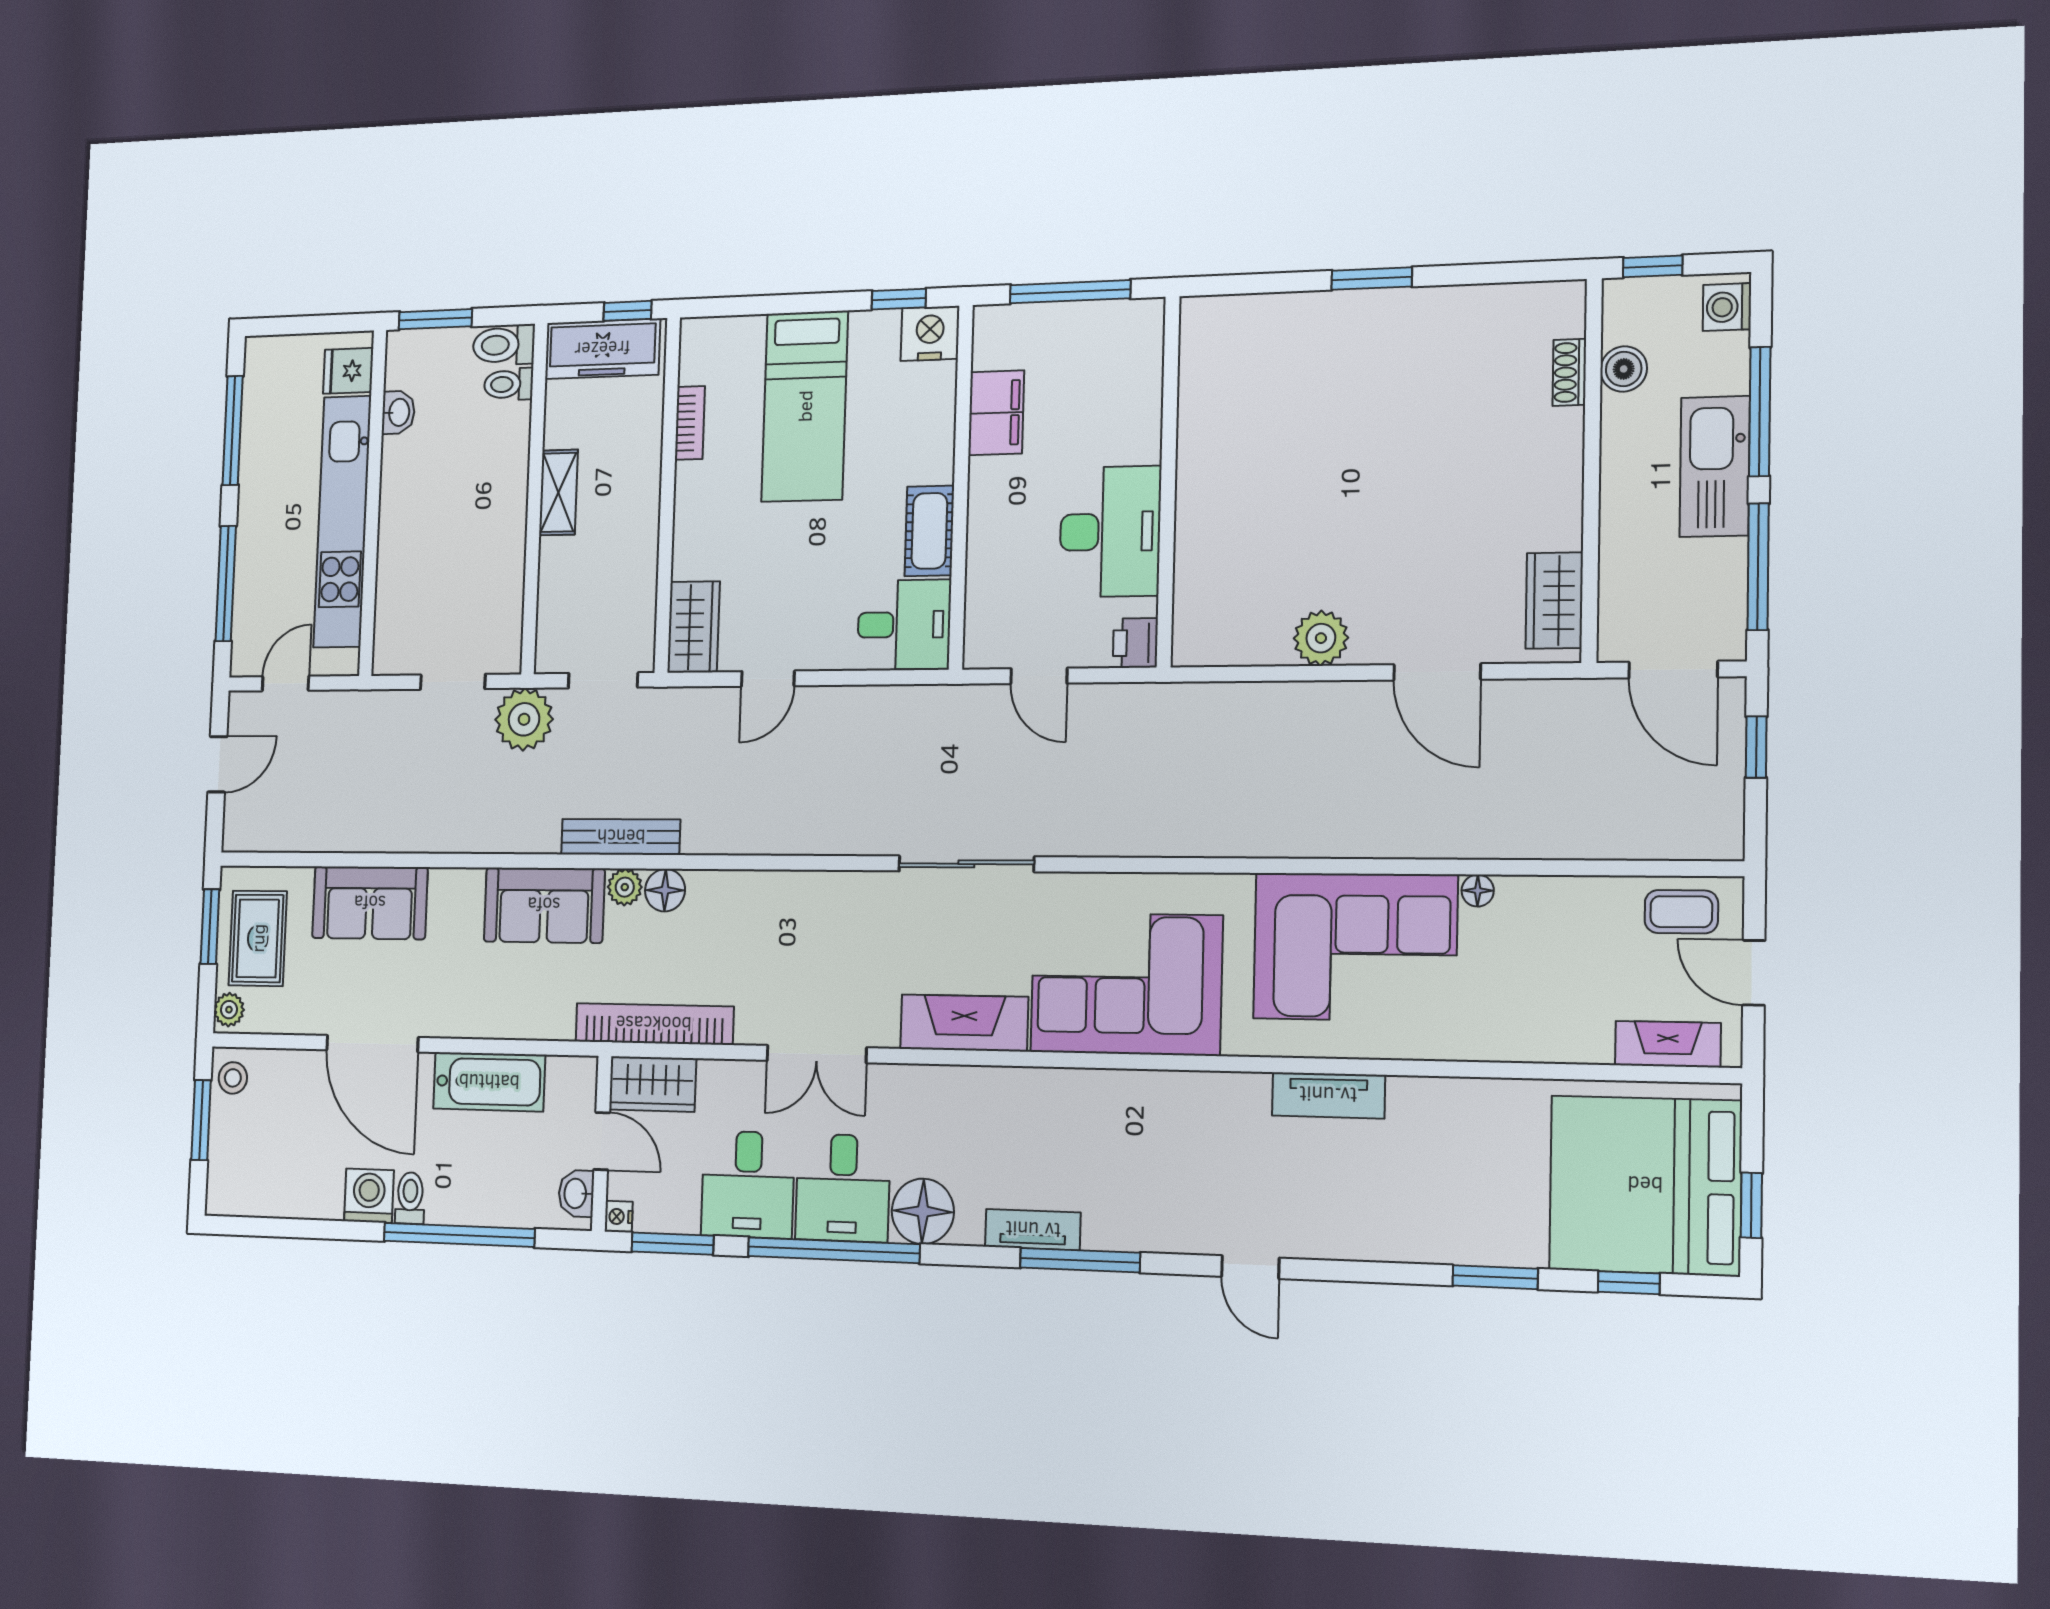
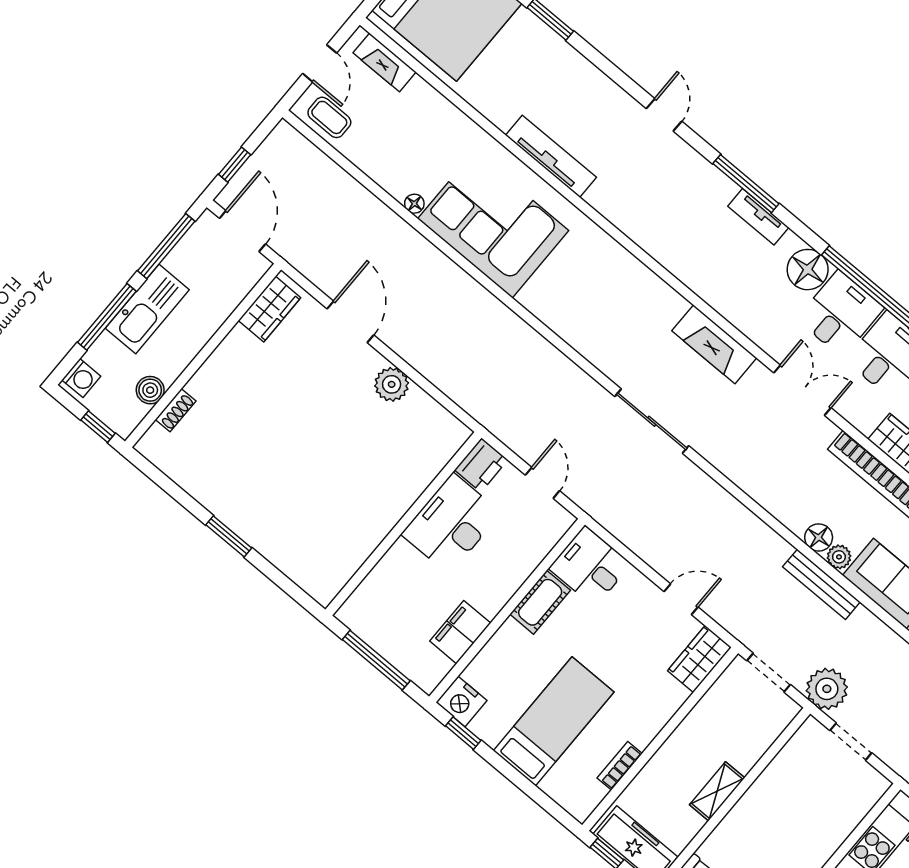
printer: (1135, 643) -> (481, 465), width x1.36, depth x1.24
corner sofa: (1126, 984) -> (618, 297), removed
tv unit: (1328, 1095) -> (551, 156), width x1.41

